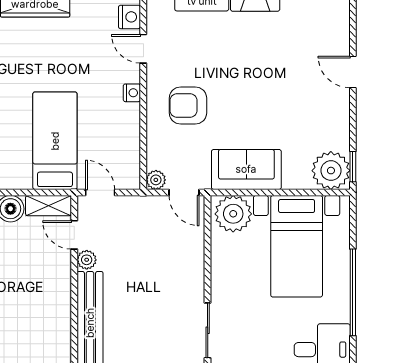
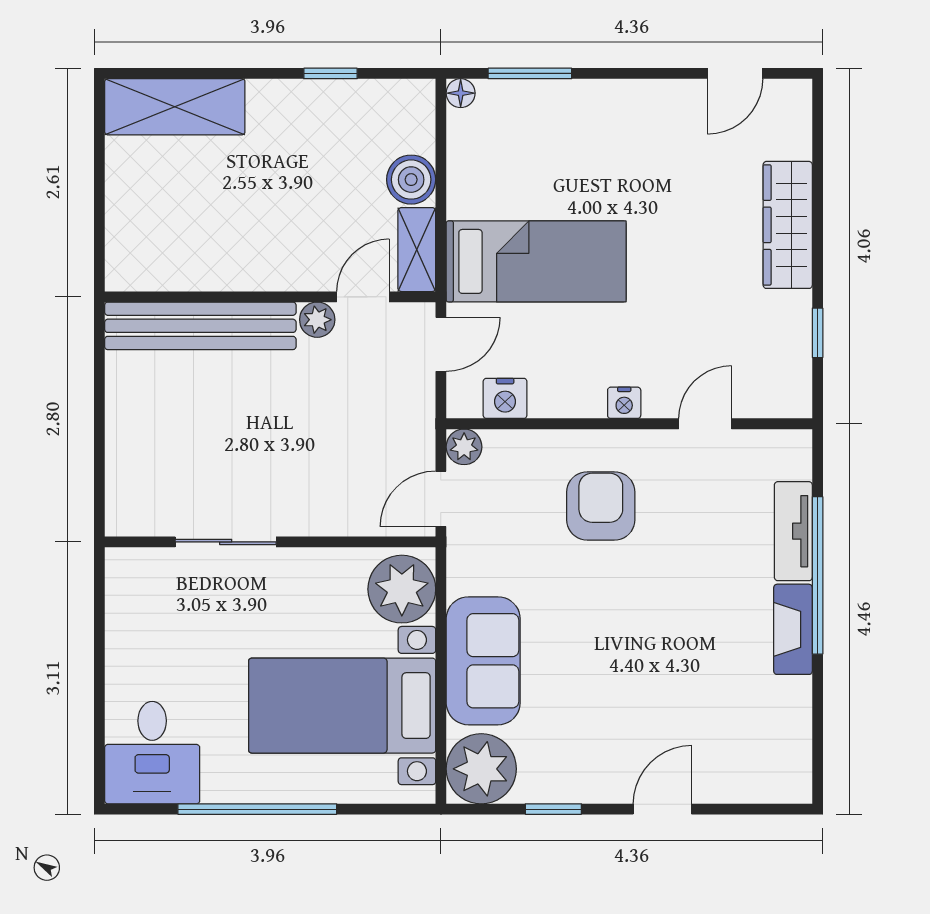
nightstand: (129, 17) -> (505, 398), moved
window: (353, 167) -> (553, 809), moved
sofa: (246, 169) -> (483, 661), moved
sliding door: (208, 330) -> (226, 542), moved

